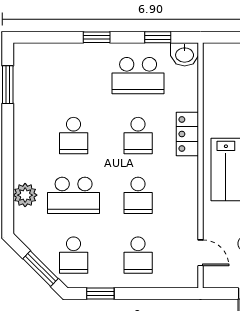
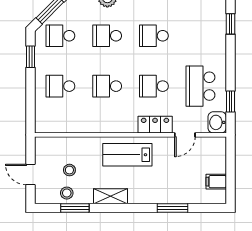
window: (97, 37) -> (230, 24), moved
school desk: (74, 195) -> (107, 36), width x0.54
door: (201, 253) -> (185, 135), moved

